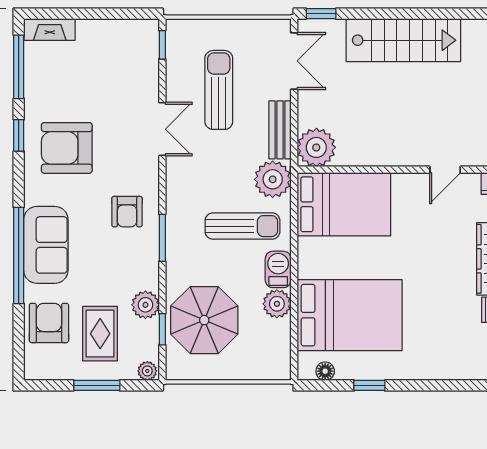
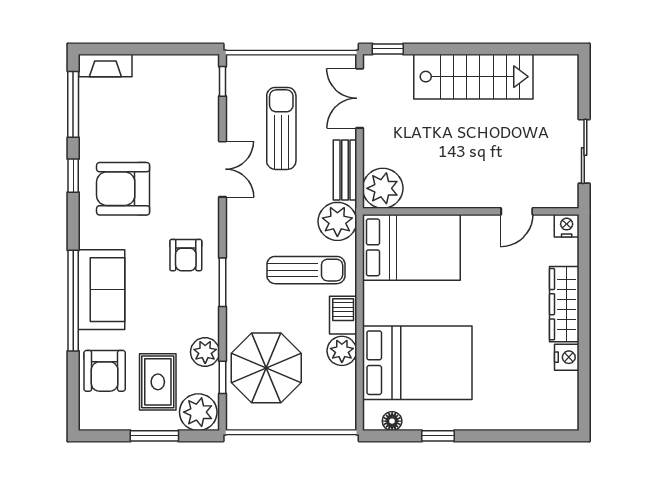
double door: (294, 61) -> (360, 98), swing flipped
armchair: (49, 323) -> (105, 371), turned 180
plant: (147, 371) -> (198, 412), width x1.87, depth x1.87

